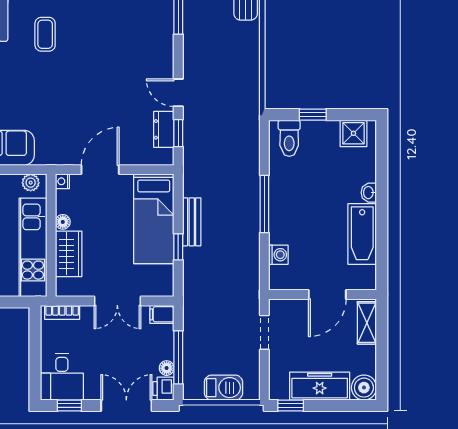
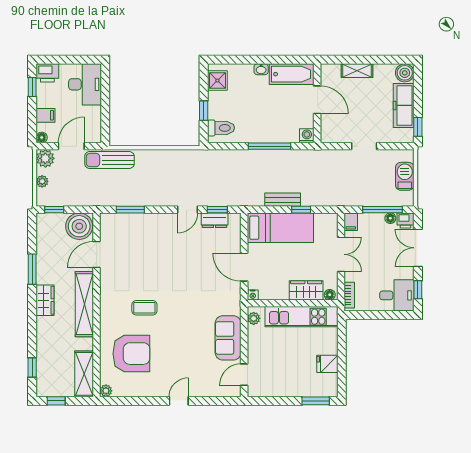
floor lamp: (63, 222) -> (330, 295), moved
wall: (323, 295) -> (317, 103), moved
door: (327, 295) -> (317, 100), moved

